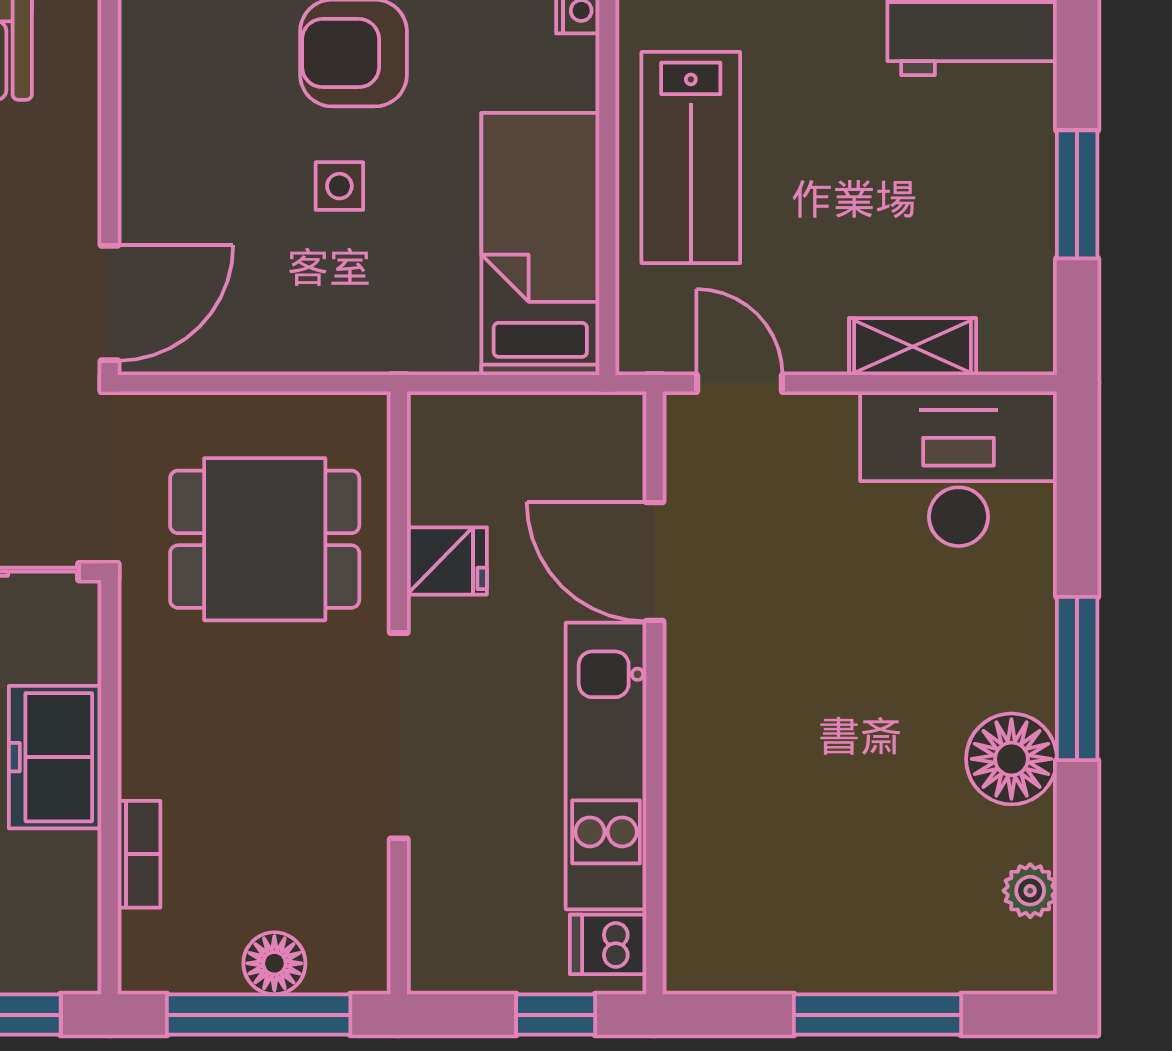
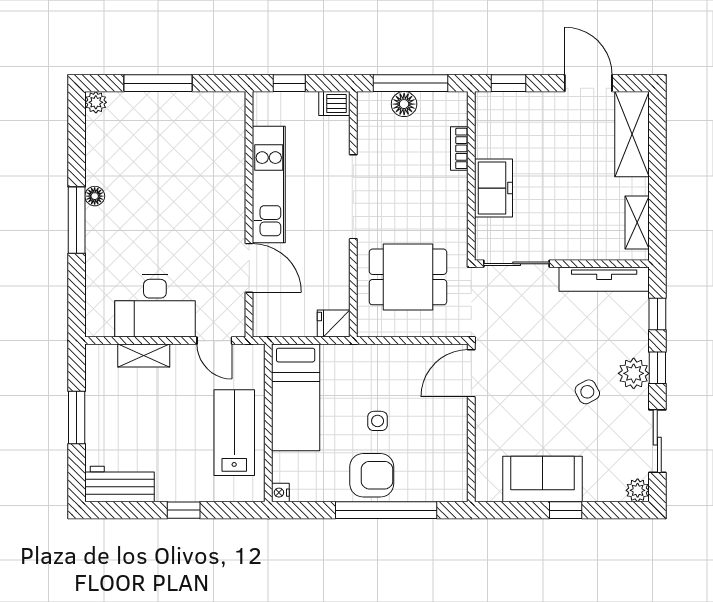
desk: (958, 469) -> (155, 306), moved
fridge: (447, 561) -> (334, 324), moved
floor lamp: (1011, 759) -> (95, 196), width x0.53, depth x0.53
plant: (1030, 891) -> (96, 102), moved
dishwasher: (608, 944) -> (334, 103), moved, turned 180

